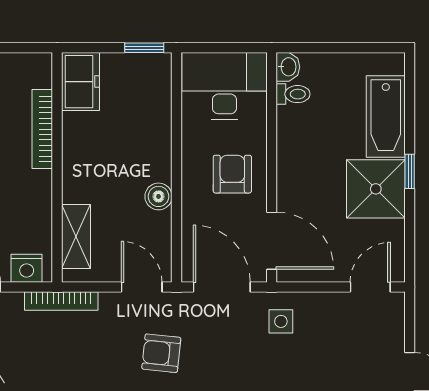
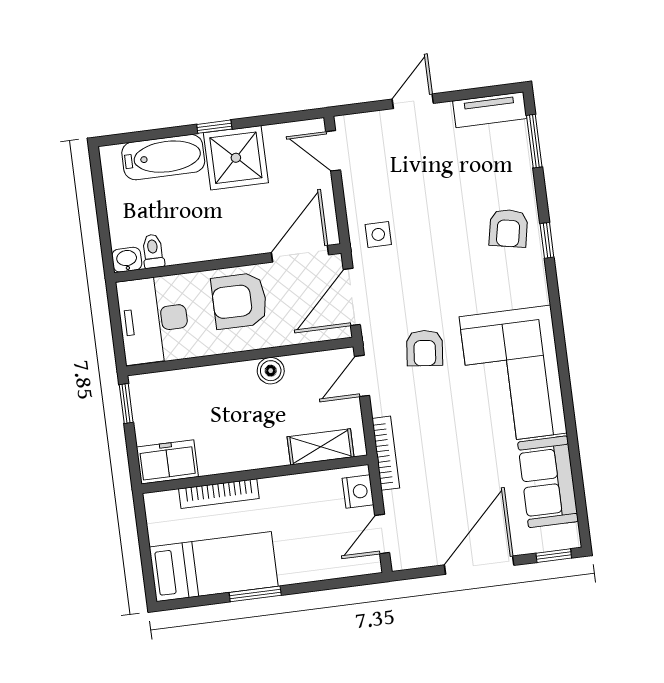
armchair: (232, 174) -> (239, 301), width x1.38, depth x1.38

